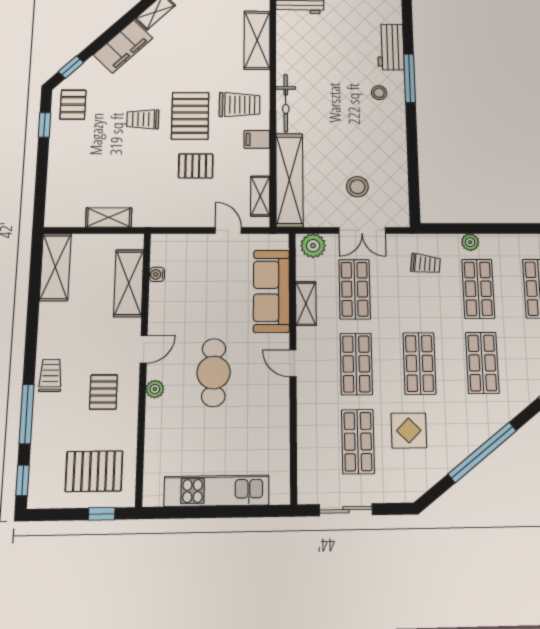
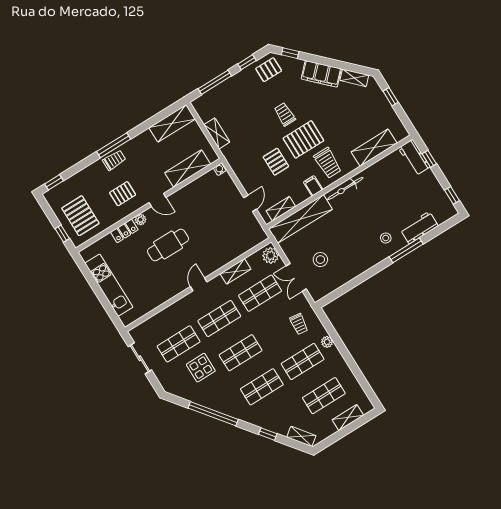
window: (41, 180) -> (215, 82), added
water cooler: (157, 274) -> (220, 169), moved
sofa: (271, 291) -> (231, 248), removed
window: (27, 414) -> (114, 145), moved
locker: (156, 421) -> (124, 231), added

